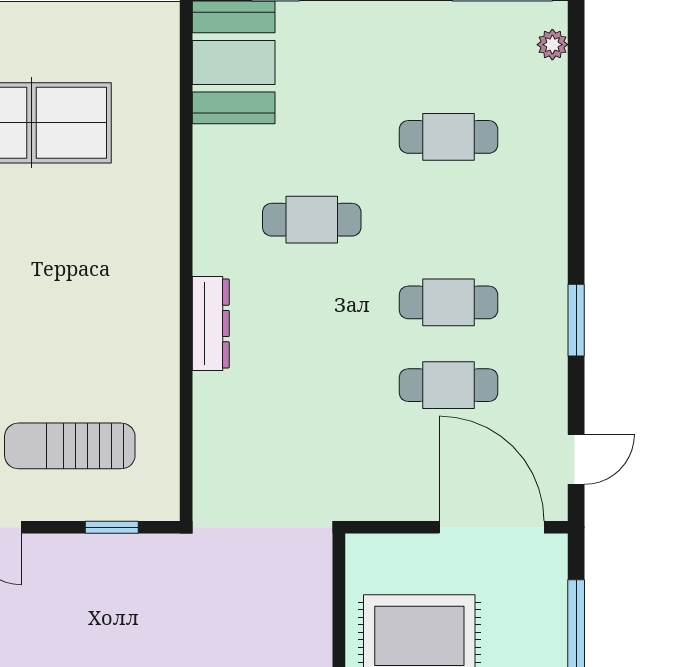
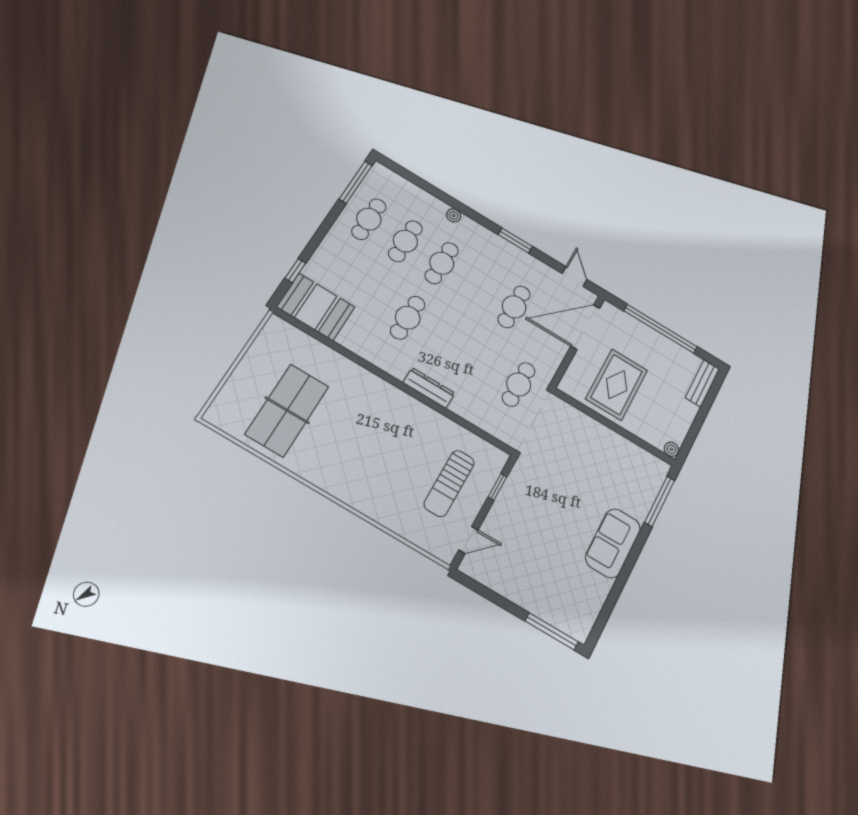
plant: (552, 45) -> (454, 215), moved
cafe table: (449, 54) -> (369, 219), added
cafe table: (449, 302) -> (442, 263), moved
cafe table: (312, 468) -> (519, 384), added

